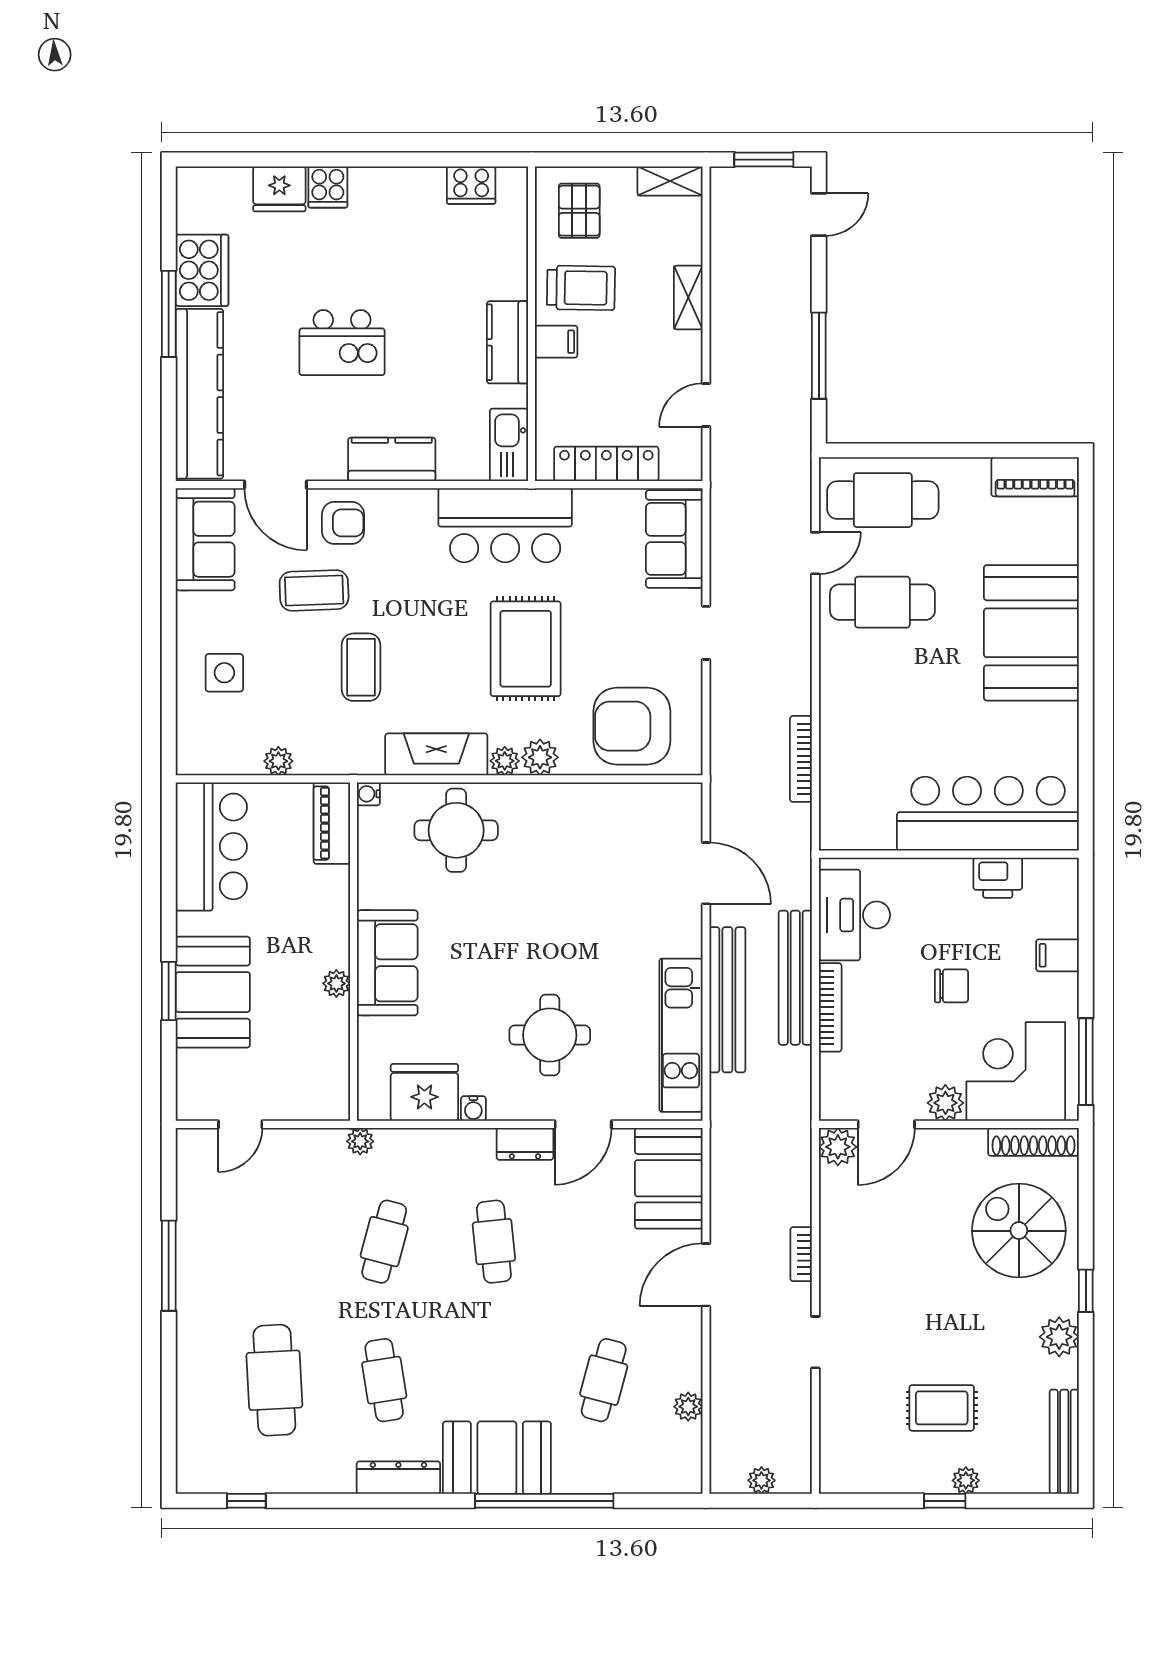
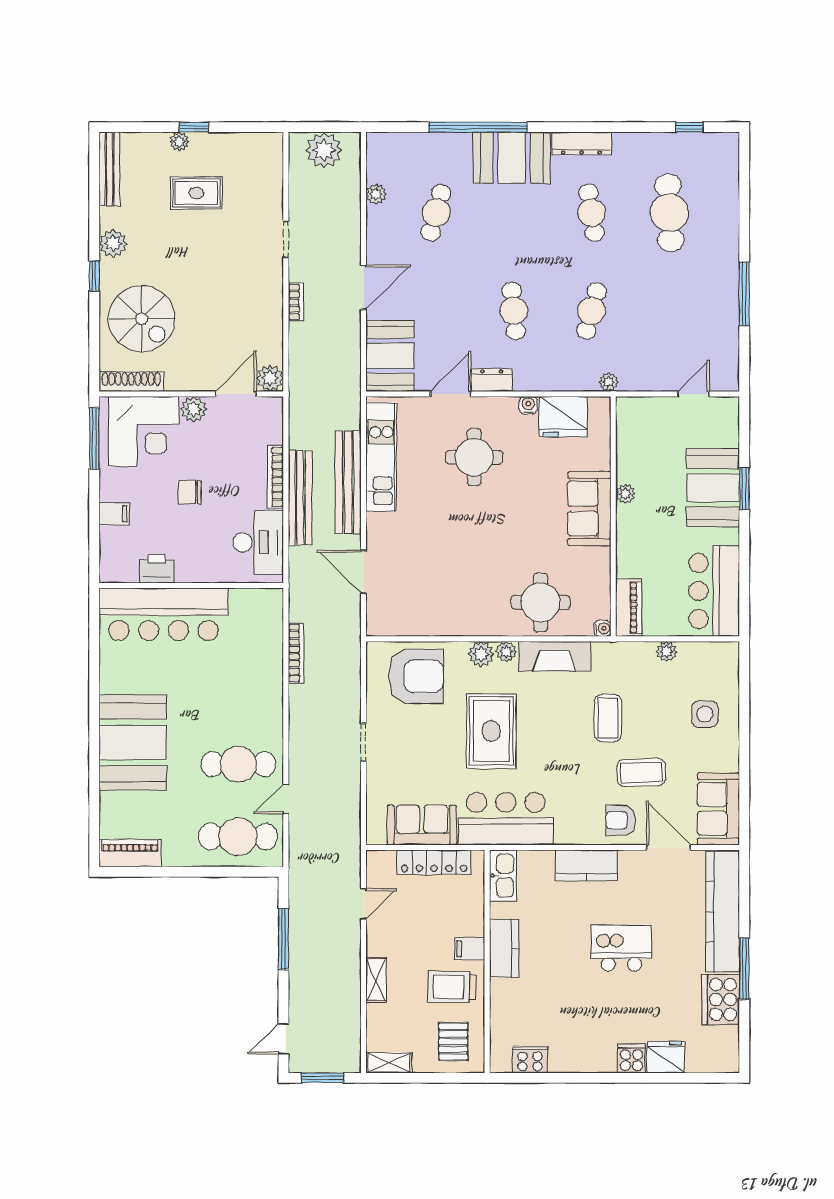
sofa: (674, 539) -> (422, 825), moved, turned -90
plant: (761, 1480) -> (324, 150), width x1.88, depth x1.88

